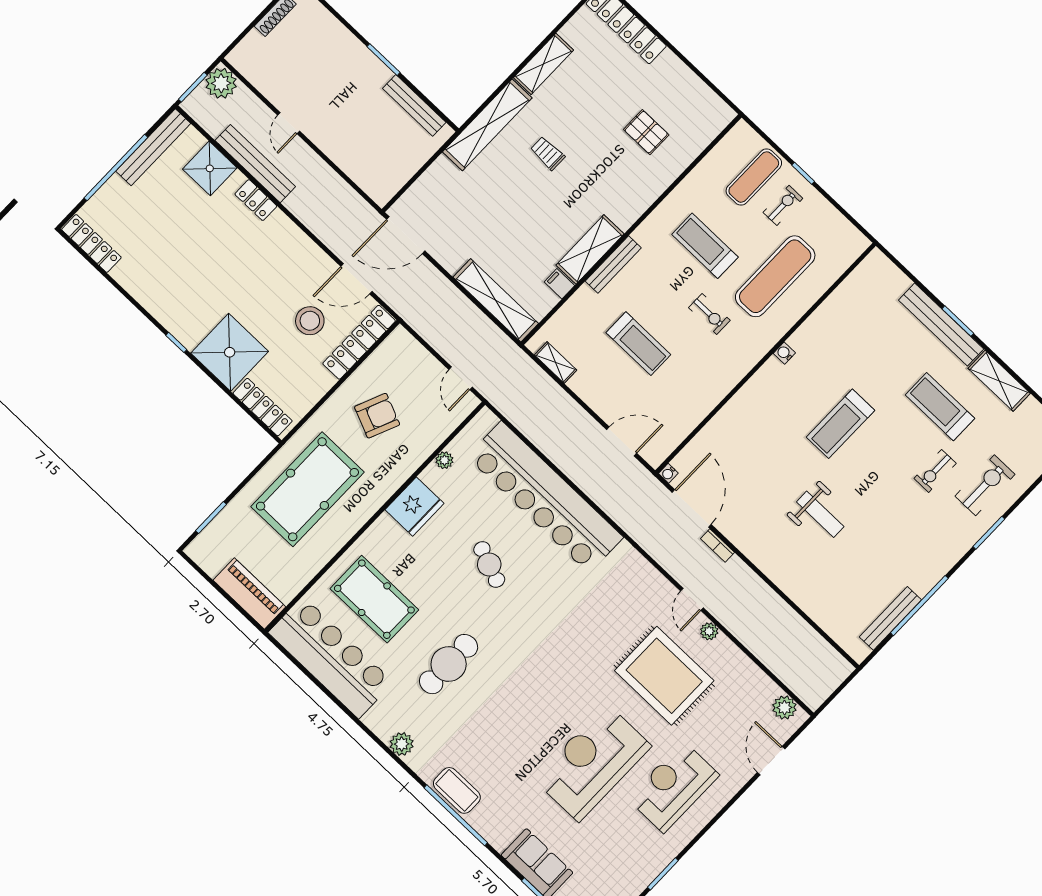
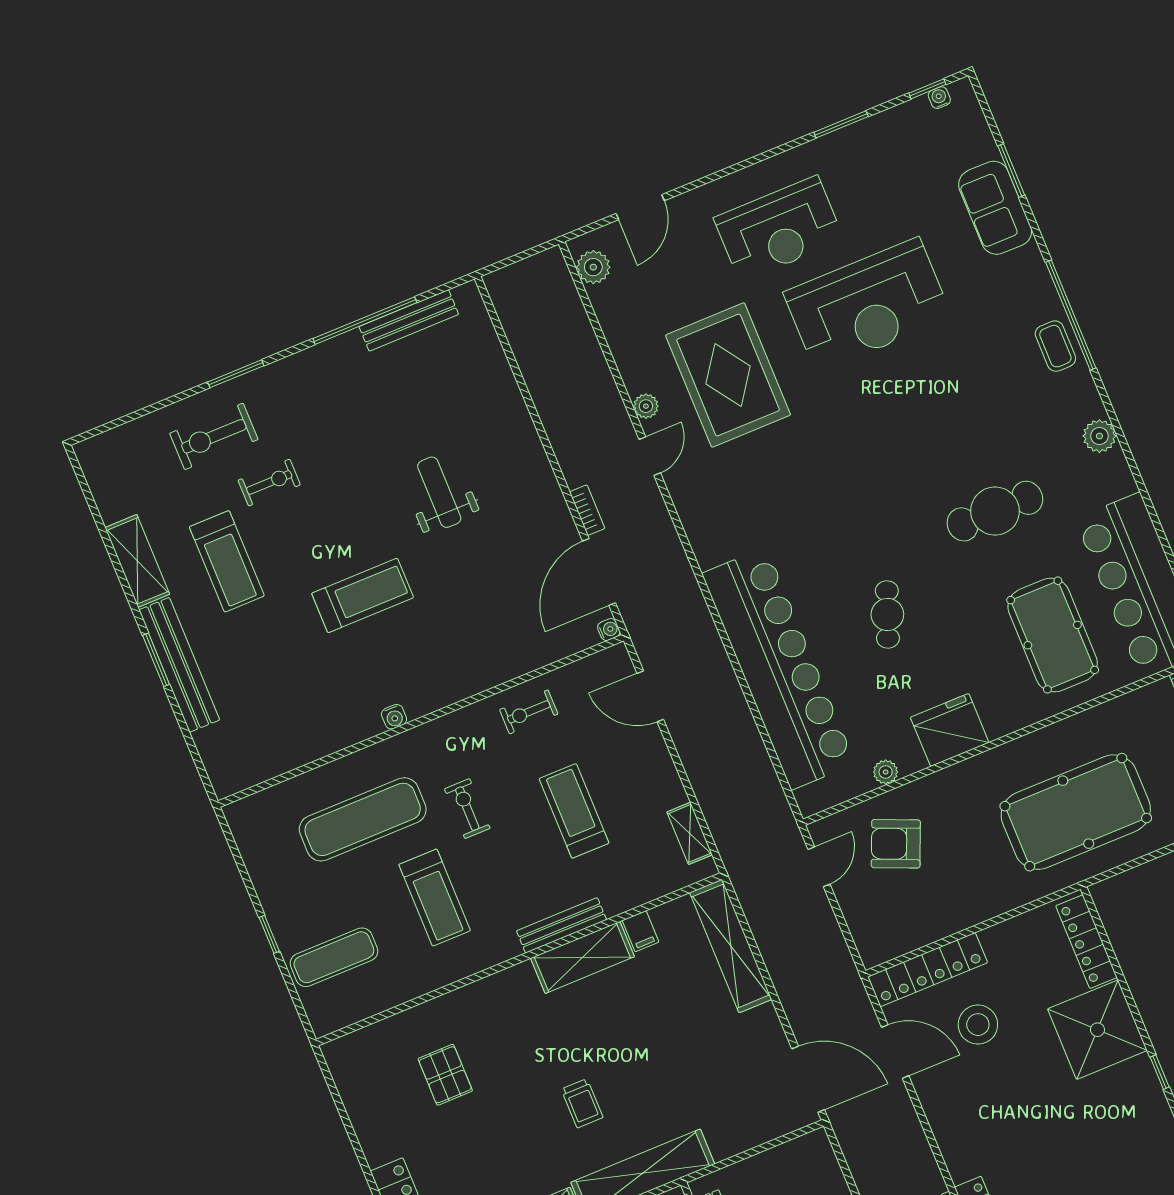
exercise bike: (783, 205) -> (529, 712), moved
armchair: (377, 416) -> (896, 844), moved
coffee table: (457, 790) -> (1055, 346), width x0.73, depth x0.77

